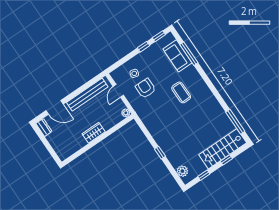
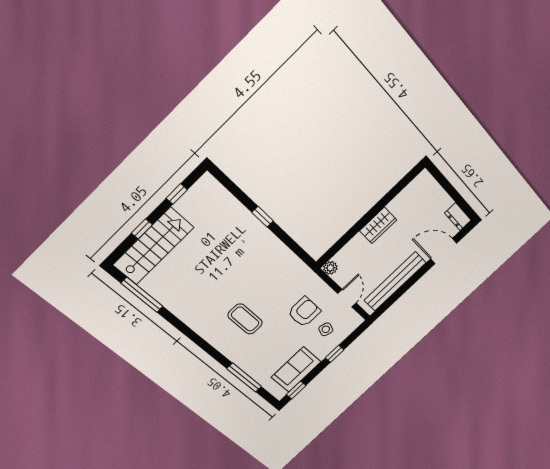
window: (144, 47) -> (335, 354), moved
sofa: (177, 56) -> (296, 369), moved, turned -90
armchair: (146, 88) -> (304, 312), turned -90
plant: (182, 171) -> (217, 193), removed

